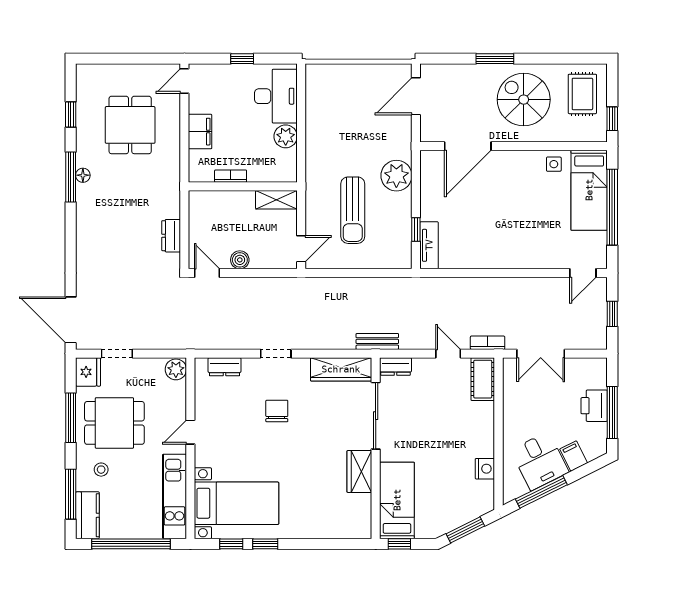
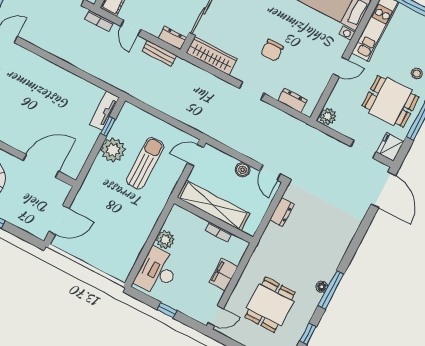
plant: (396, 176) -> (113, 150), moved
shelving: (276, 200) -> (213, 205), width x2.20, depth x1.33
bench: (377, 341) -> (159, 53), moved

